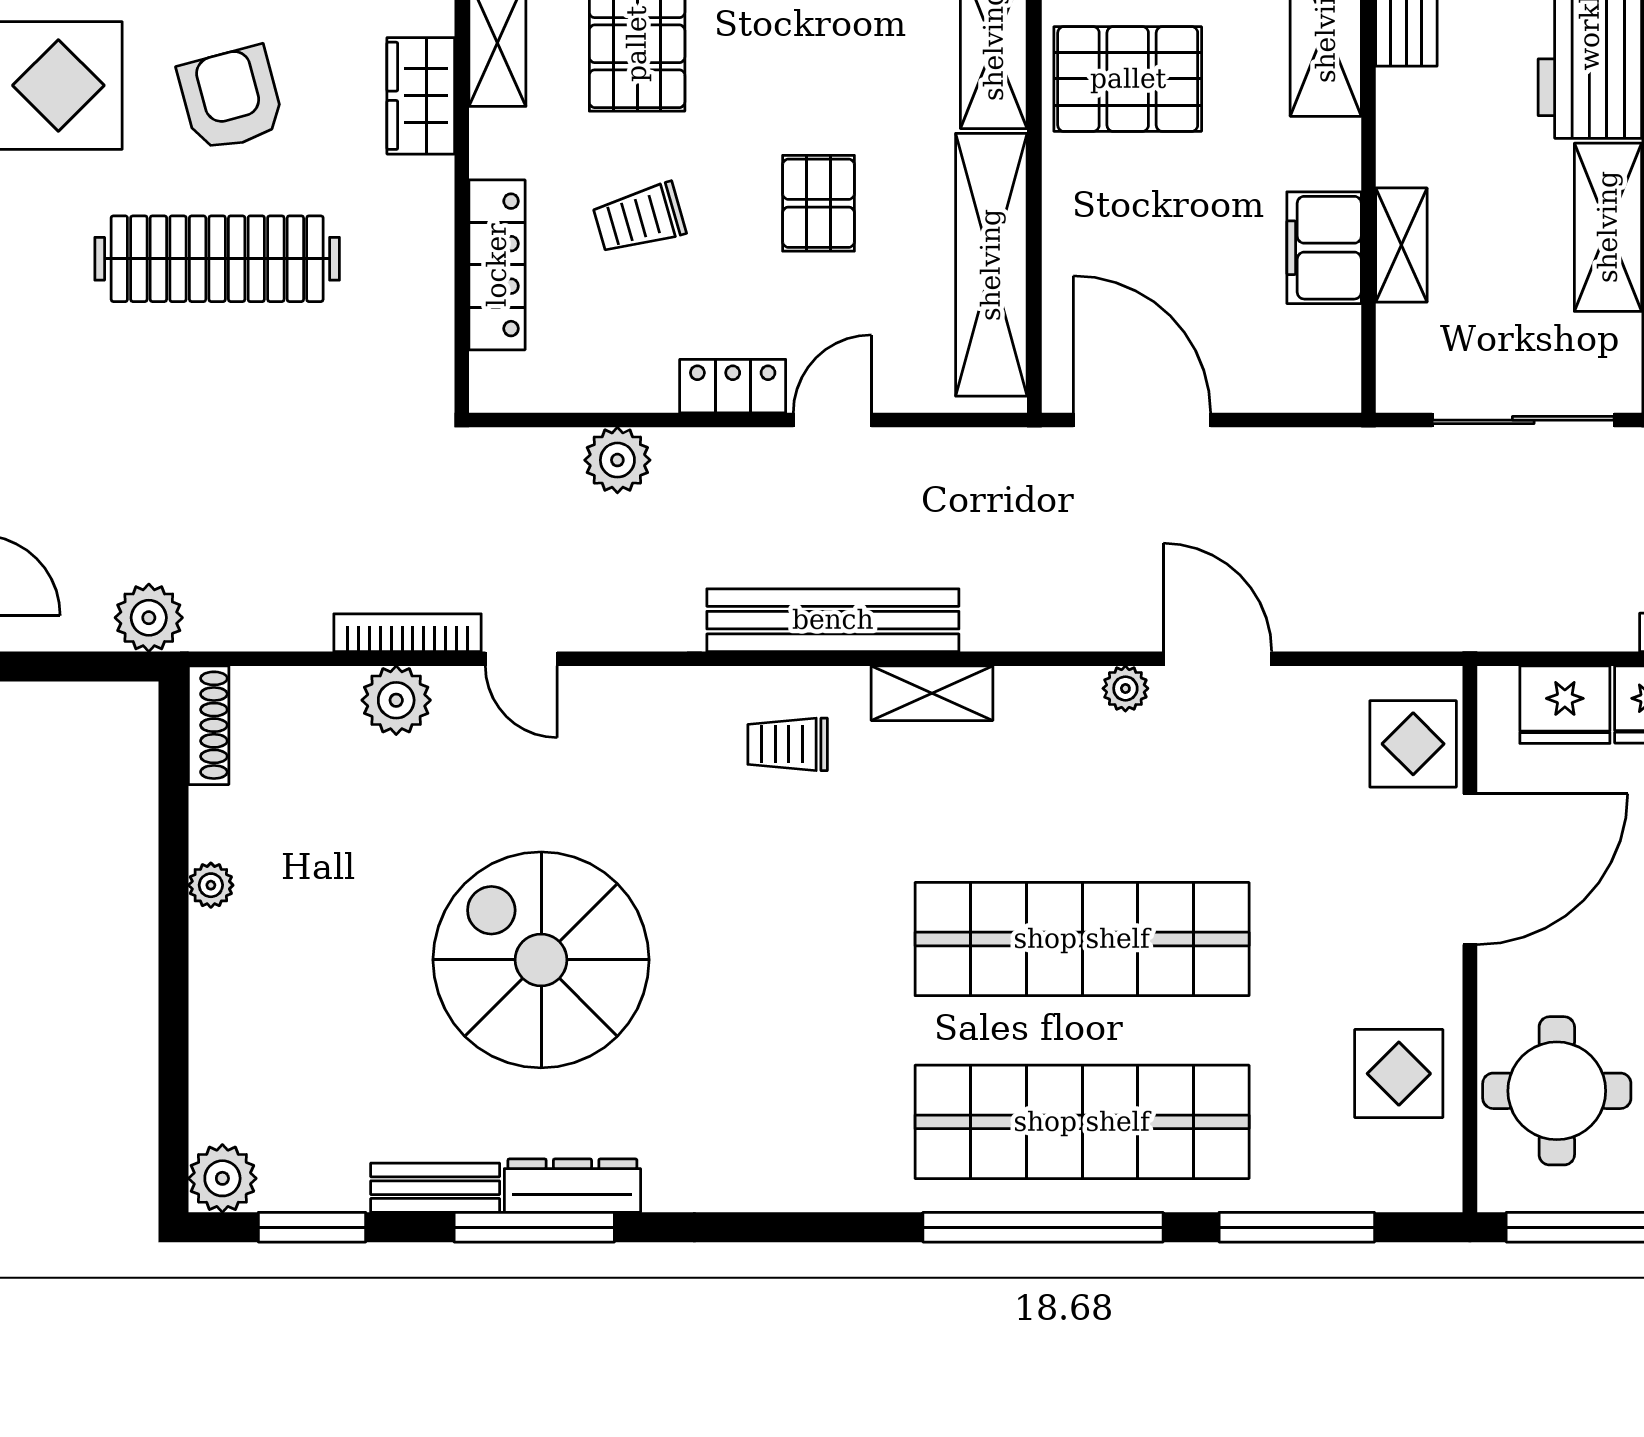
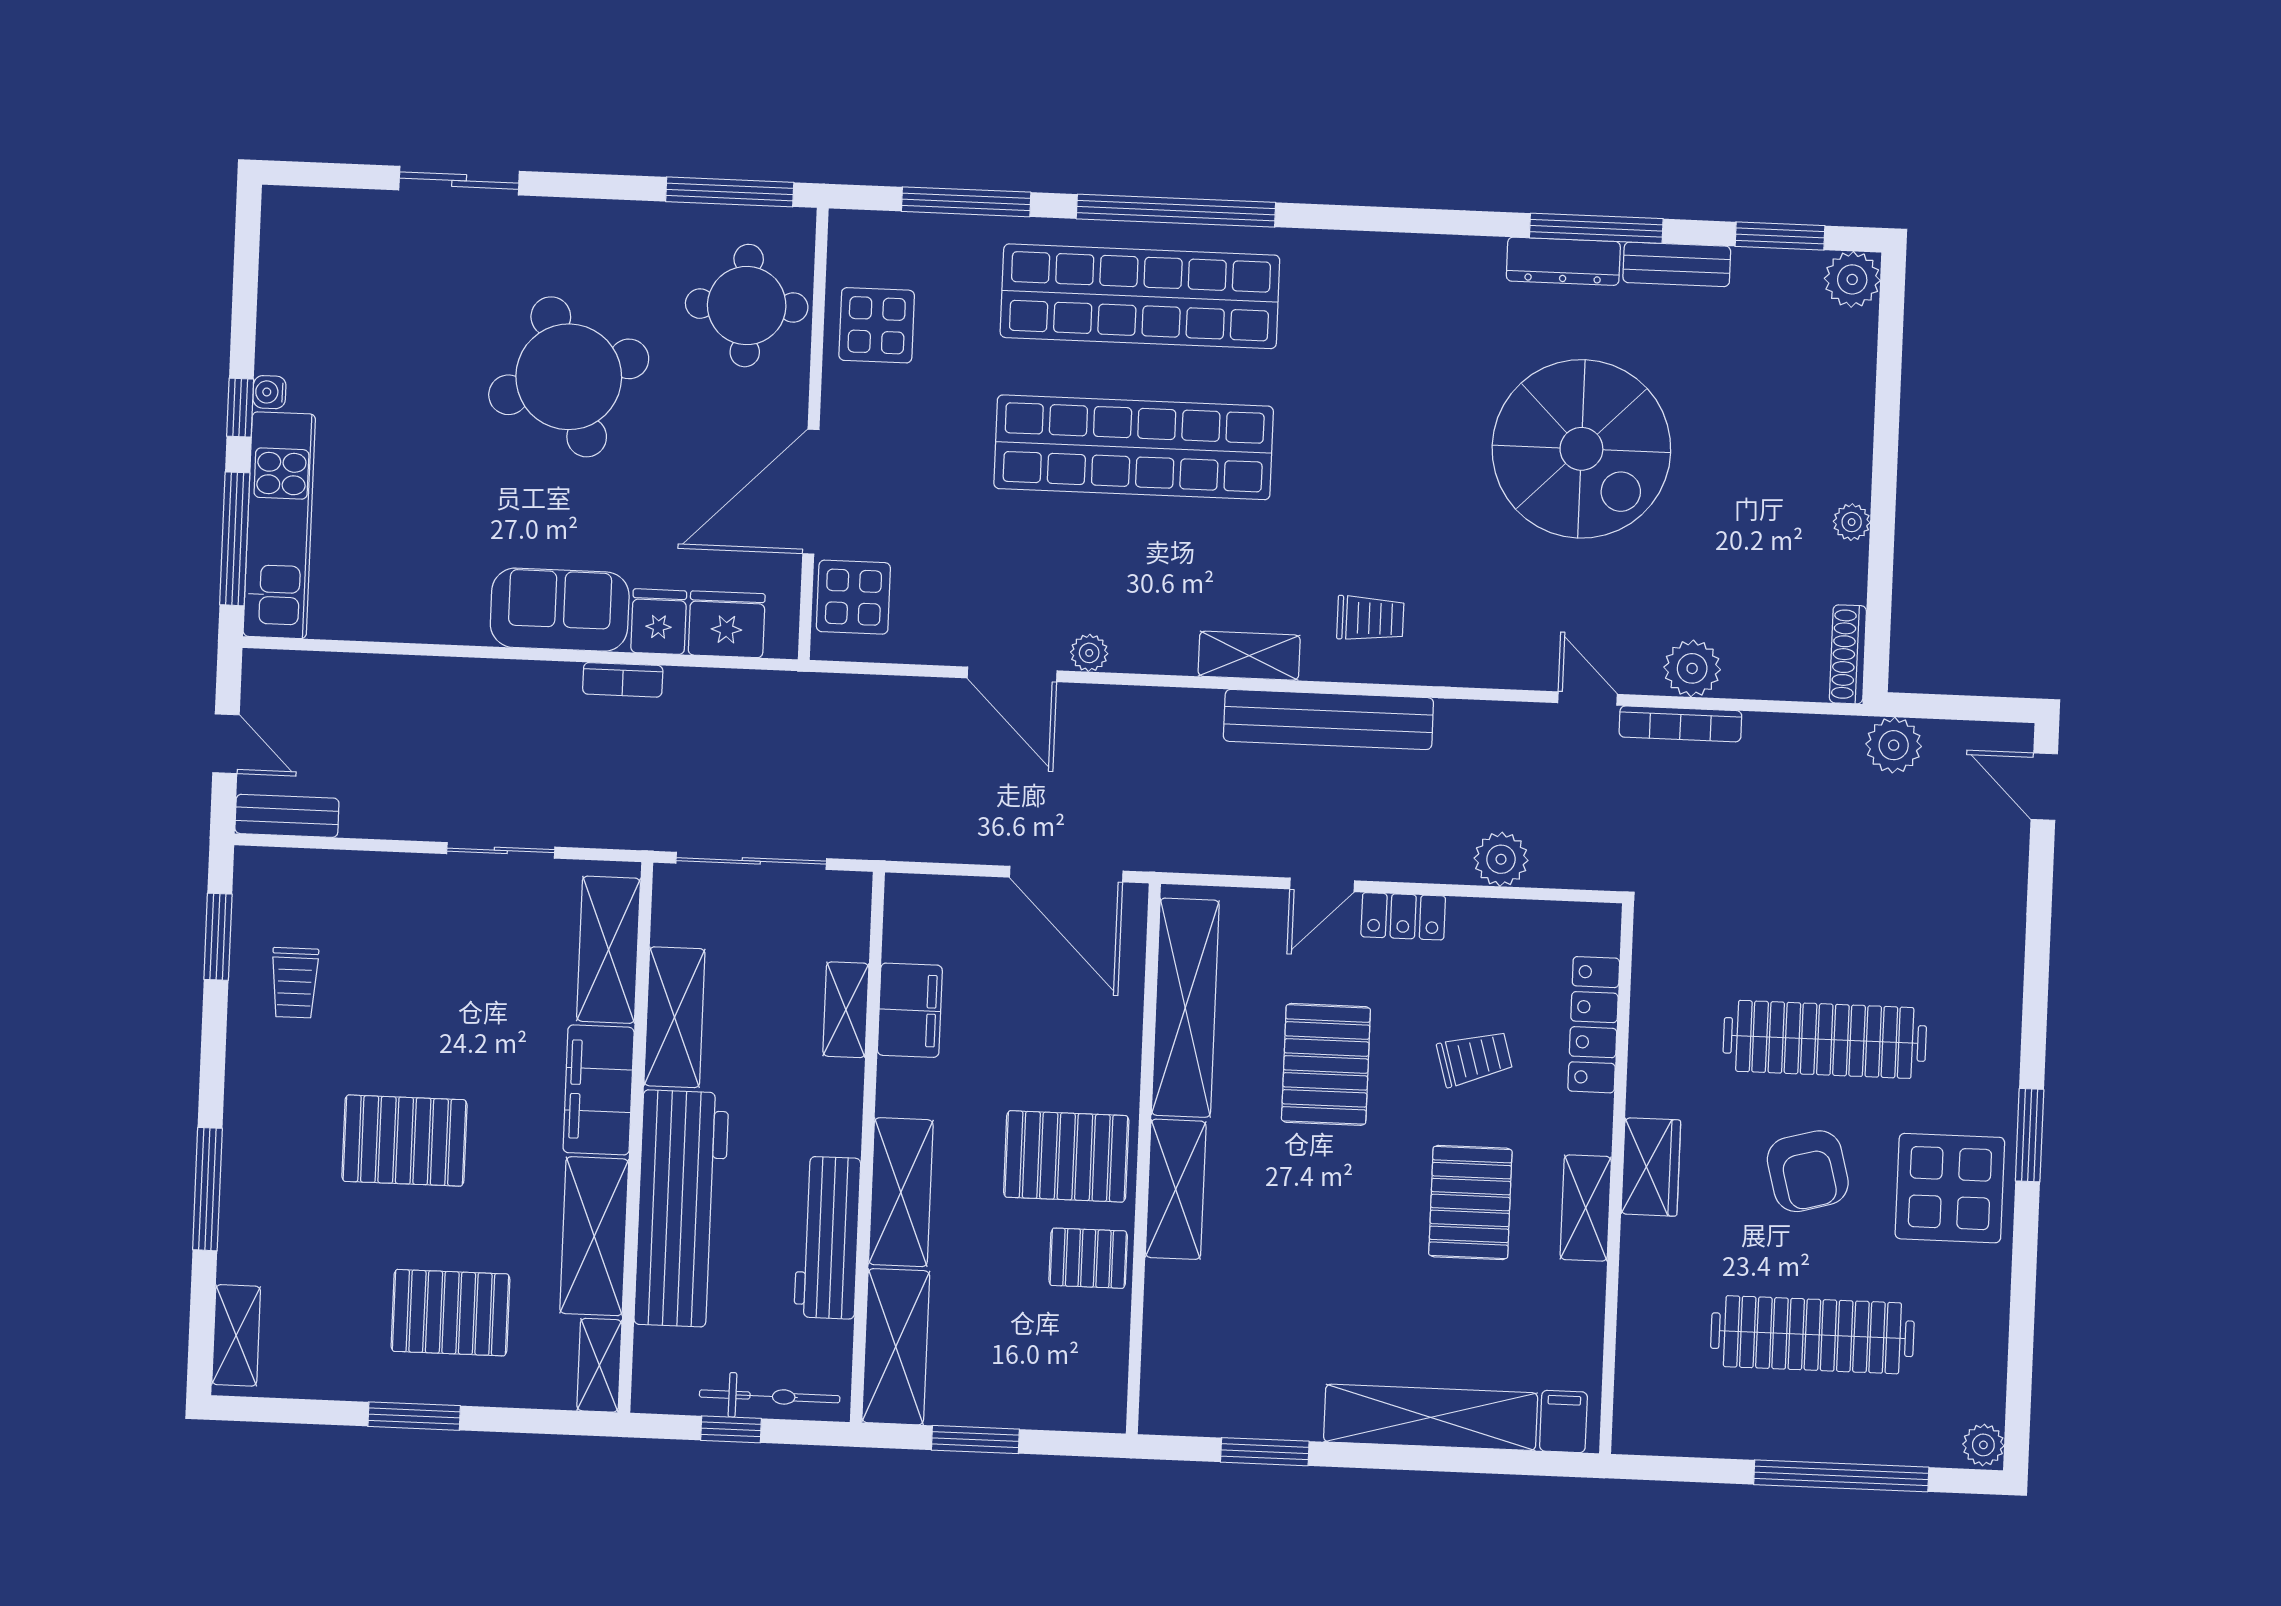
pallet: (818, 203) -> (1326, 1064), width x1.50, depth x1.42

